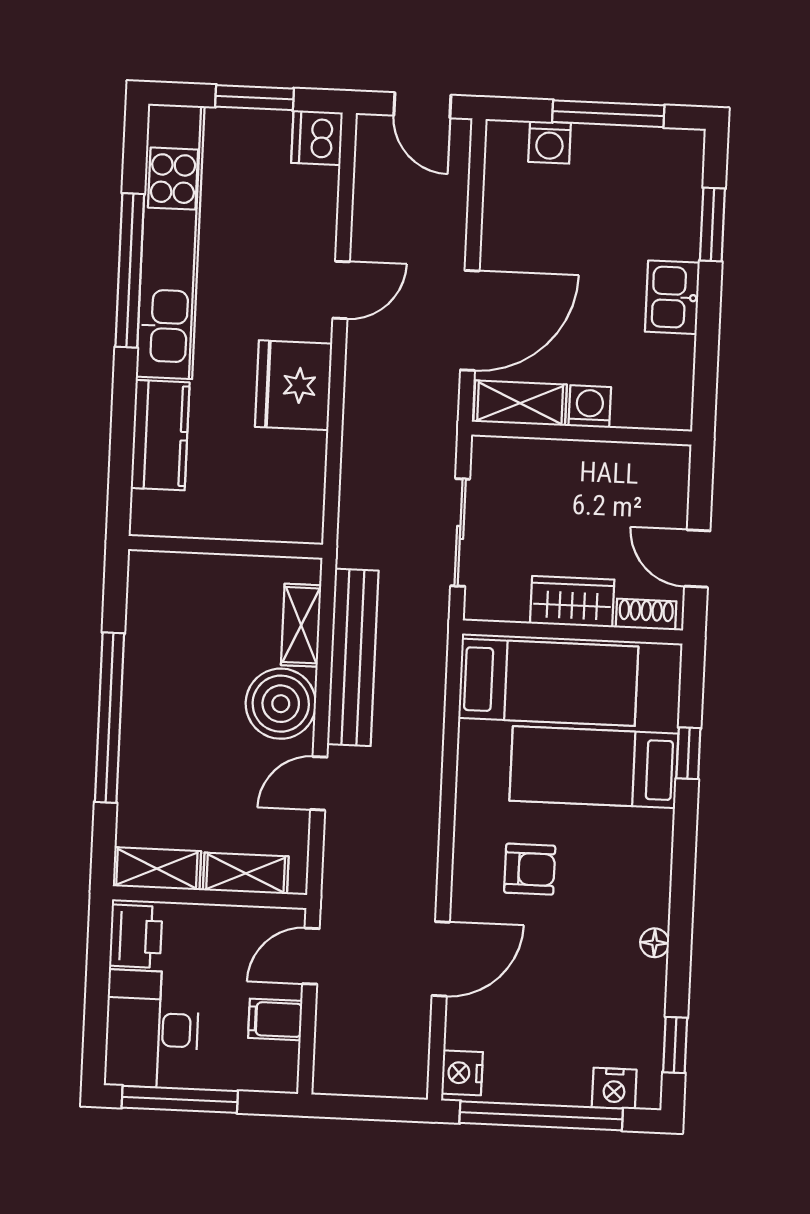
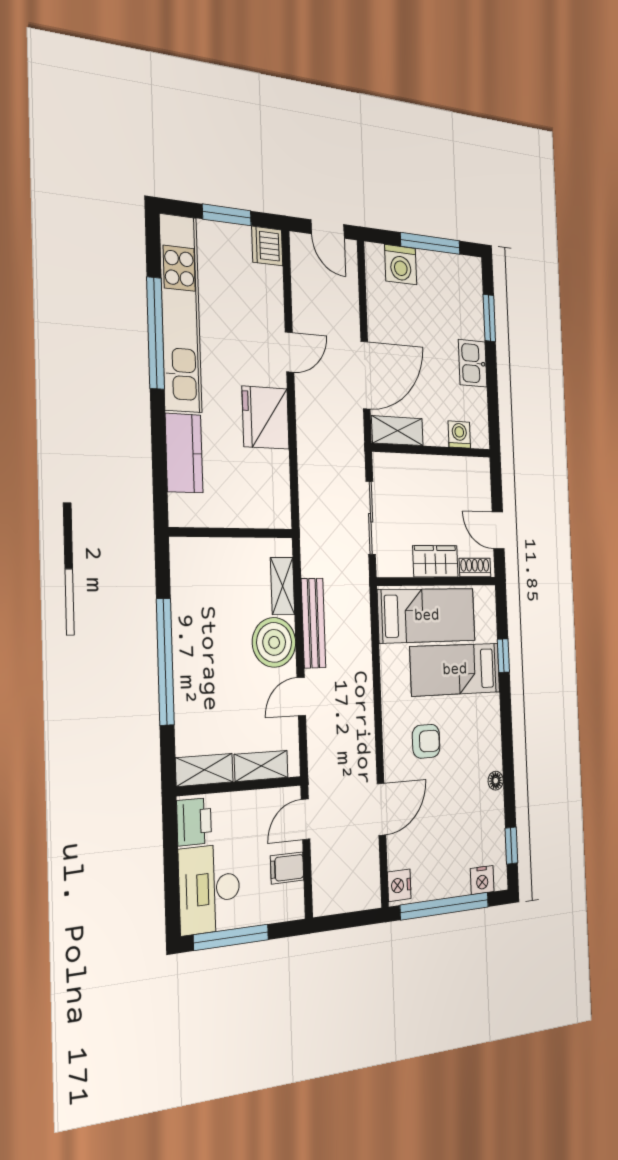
washing machine: (550, 142) -> (401, 265), width x1.38, depth x1.38
washing machine: (590, 407) -> (459, 435), moved
bench: (353, 657) -> (313, 623), width x0.73, depth x0.82

